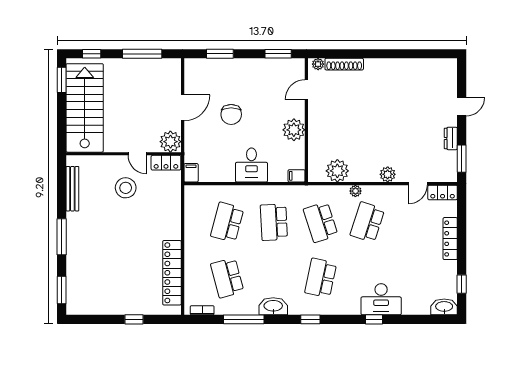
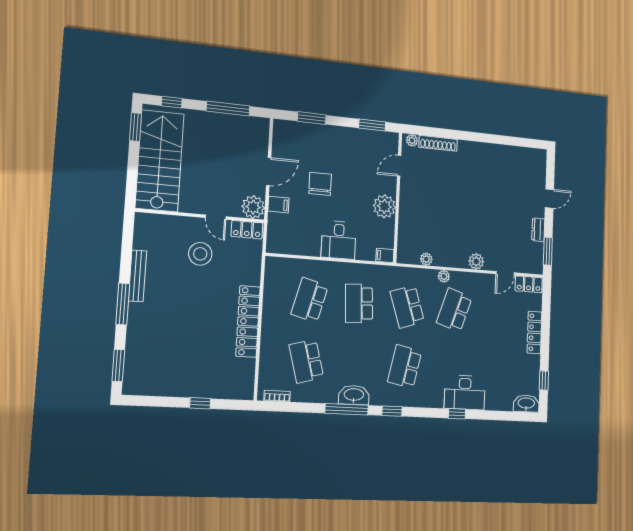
chair: (231, 114) -> (320, 184), turned 180
plant: (337, 171) -> (426, 259), width x0.53, depth x0.53
filing cabinet: (191, 173) -> (278, 205), moved, turned 90
bench: (72, 189) -> (137, 276), moved
locker: (172, 273) -> (248, 321), moved
window: (244, 319) -> (347, 409), moved

